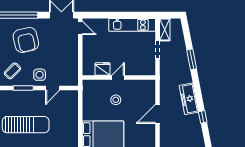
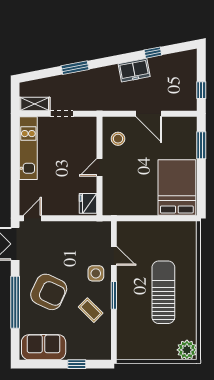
armchair: (26, 40) -> (49, 292), turned 38
fridge: (103, 69) -> (88, 203), moved
door: (118, 78) -> (100, 167), hinge flipped
freezer: (189, 99) -> (134, 70), width x0.71
stool: (116, 100) -> (118, 139), moved

